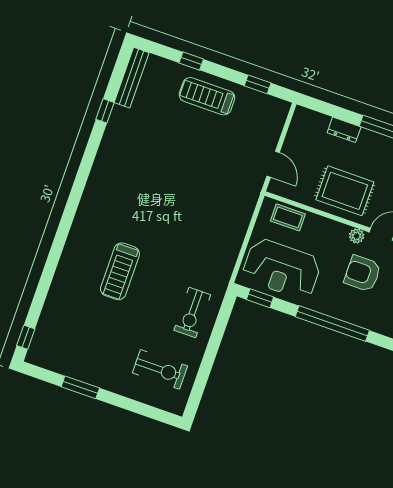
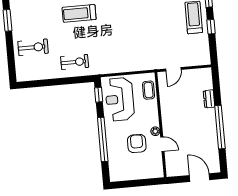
window: (258, 84) -> (211, 27), moved
rug: (345, 191) -> (177, 114), removed
exercise bike: (192, 312) -> (75, 62), turned 180
exercise bike: (160, 369) -> (33, 47), moved, turned -90

